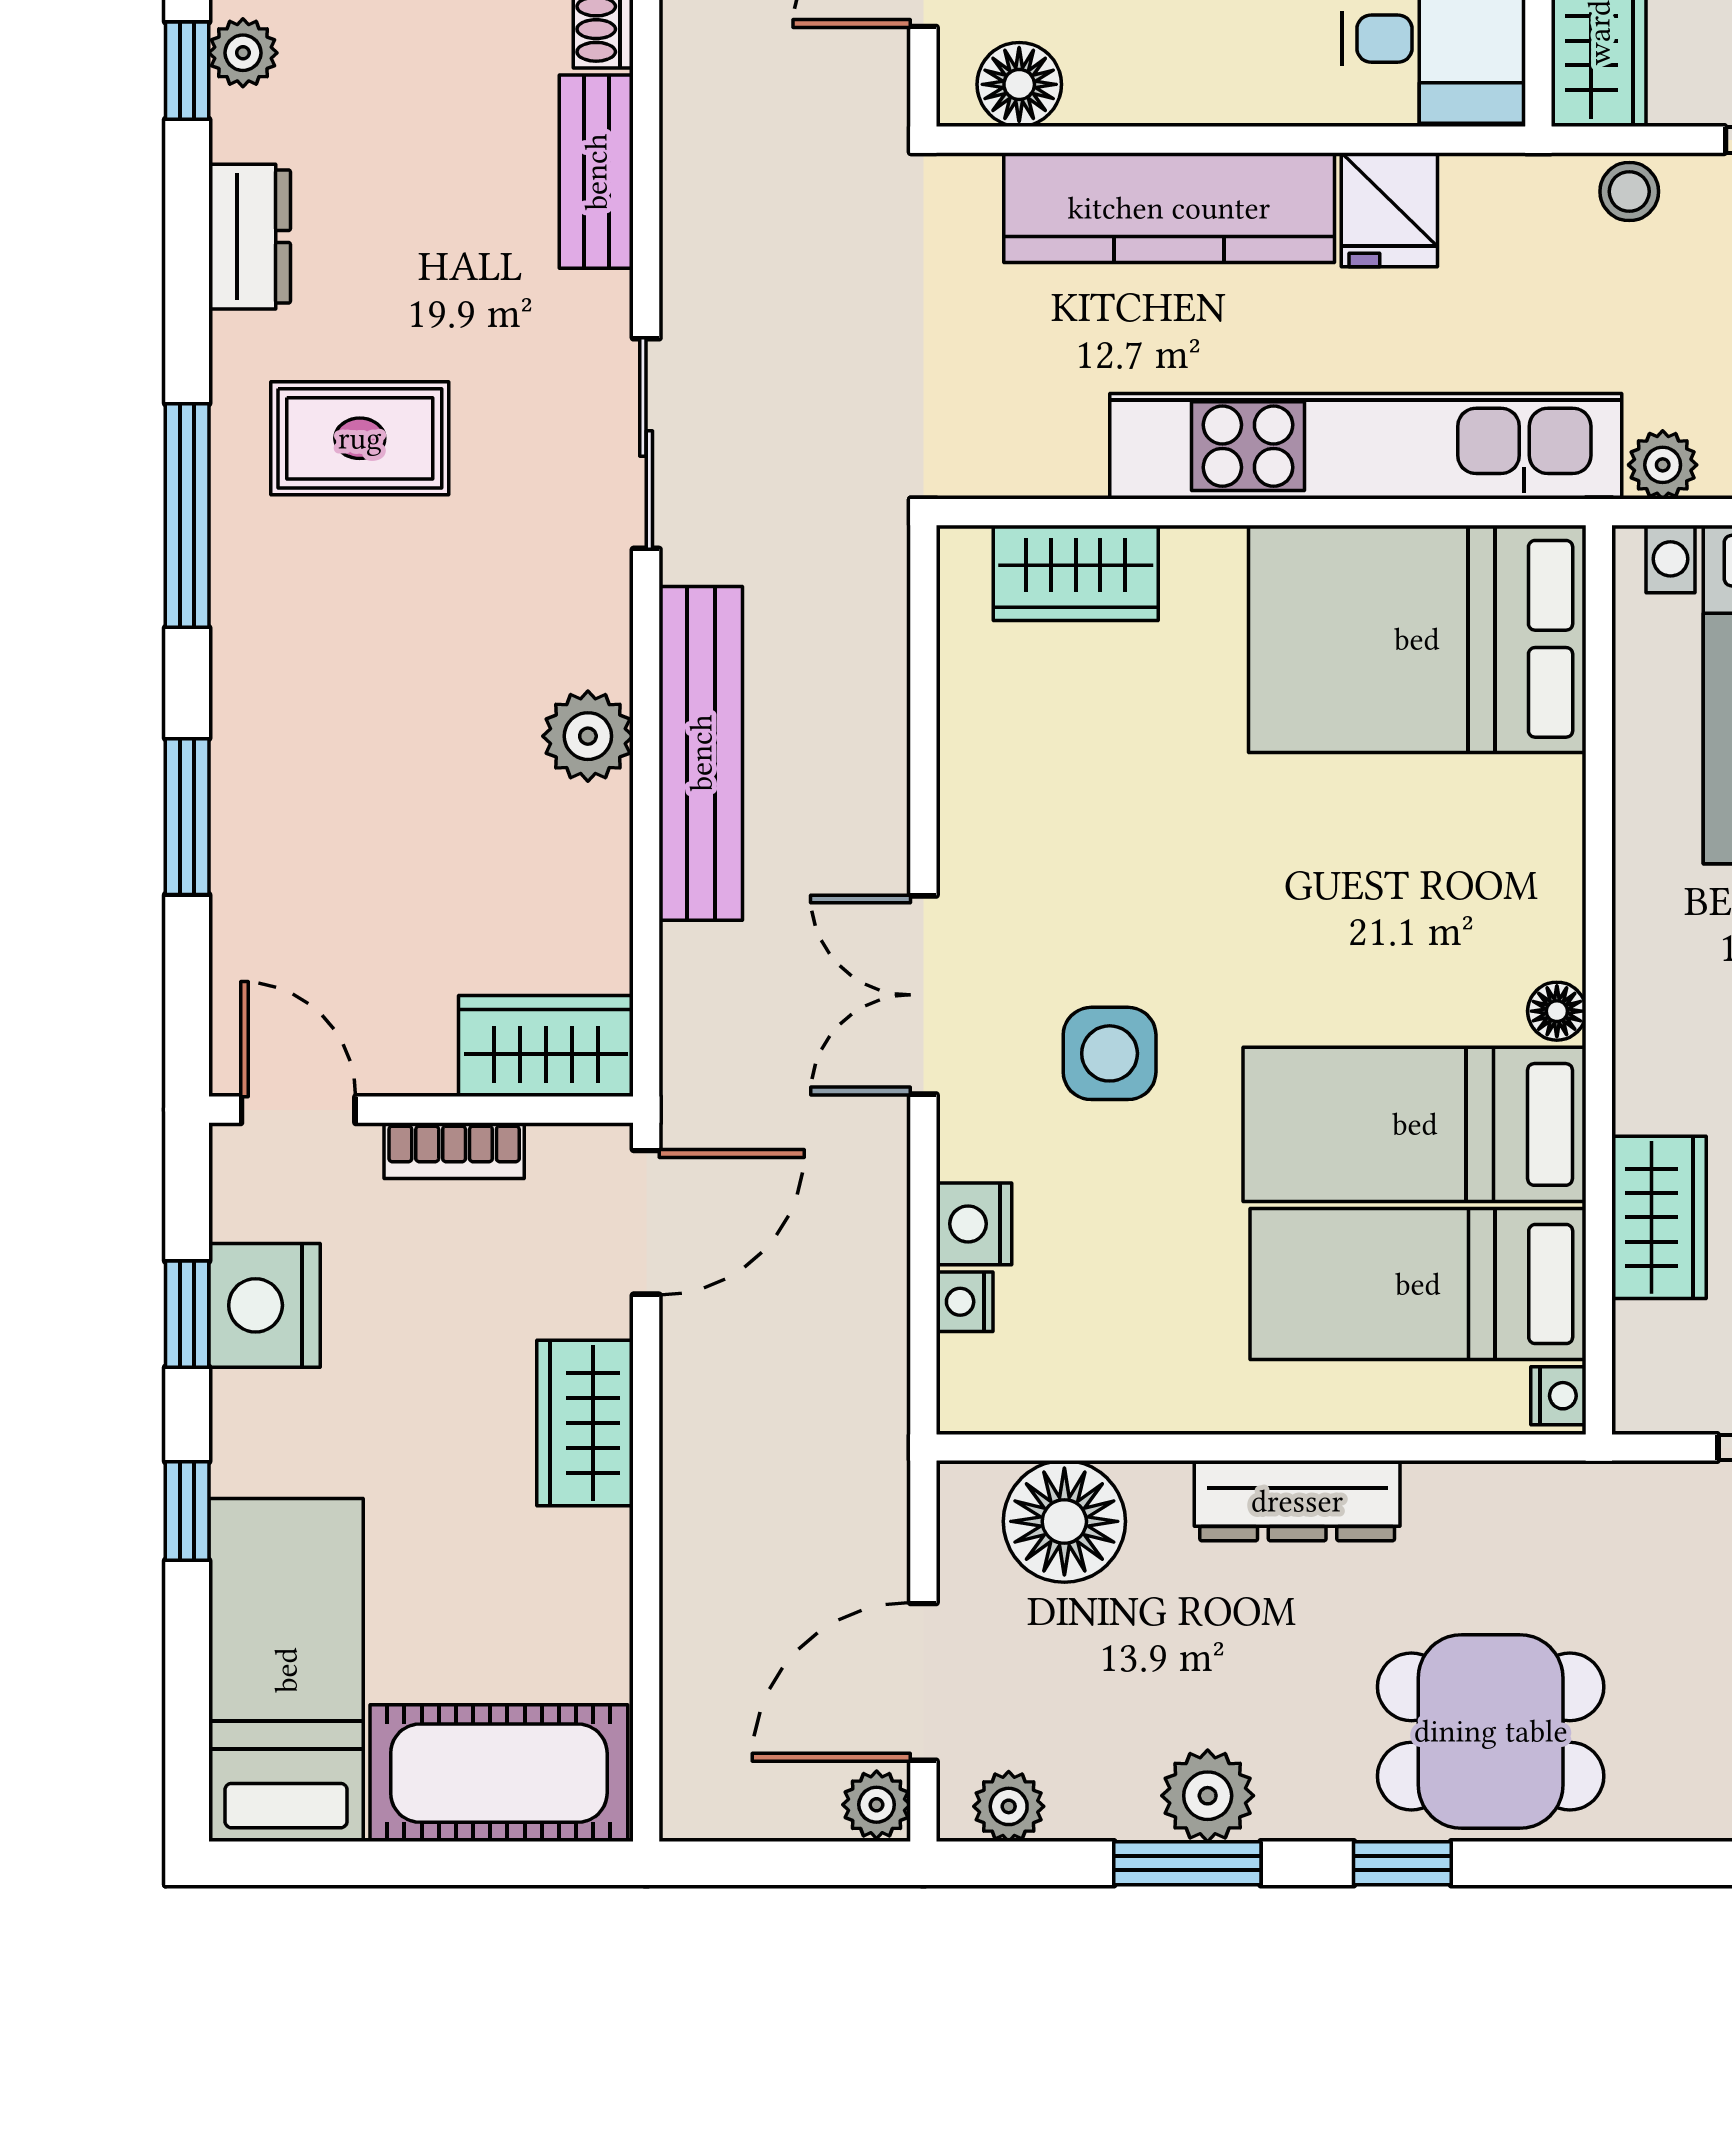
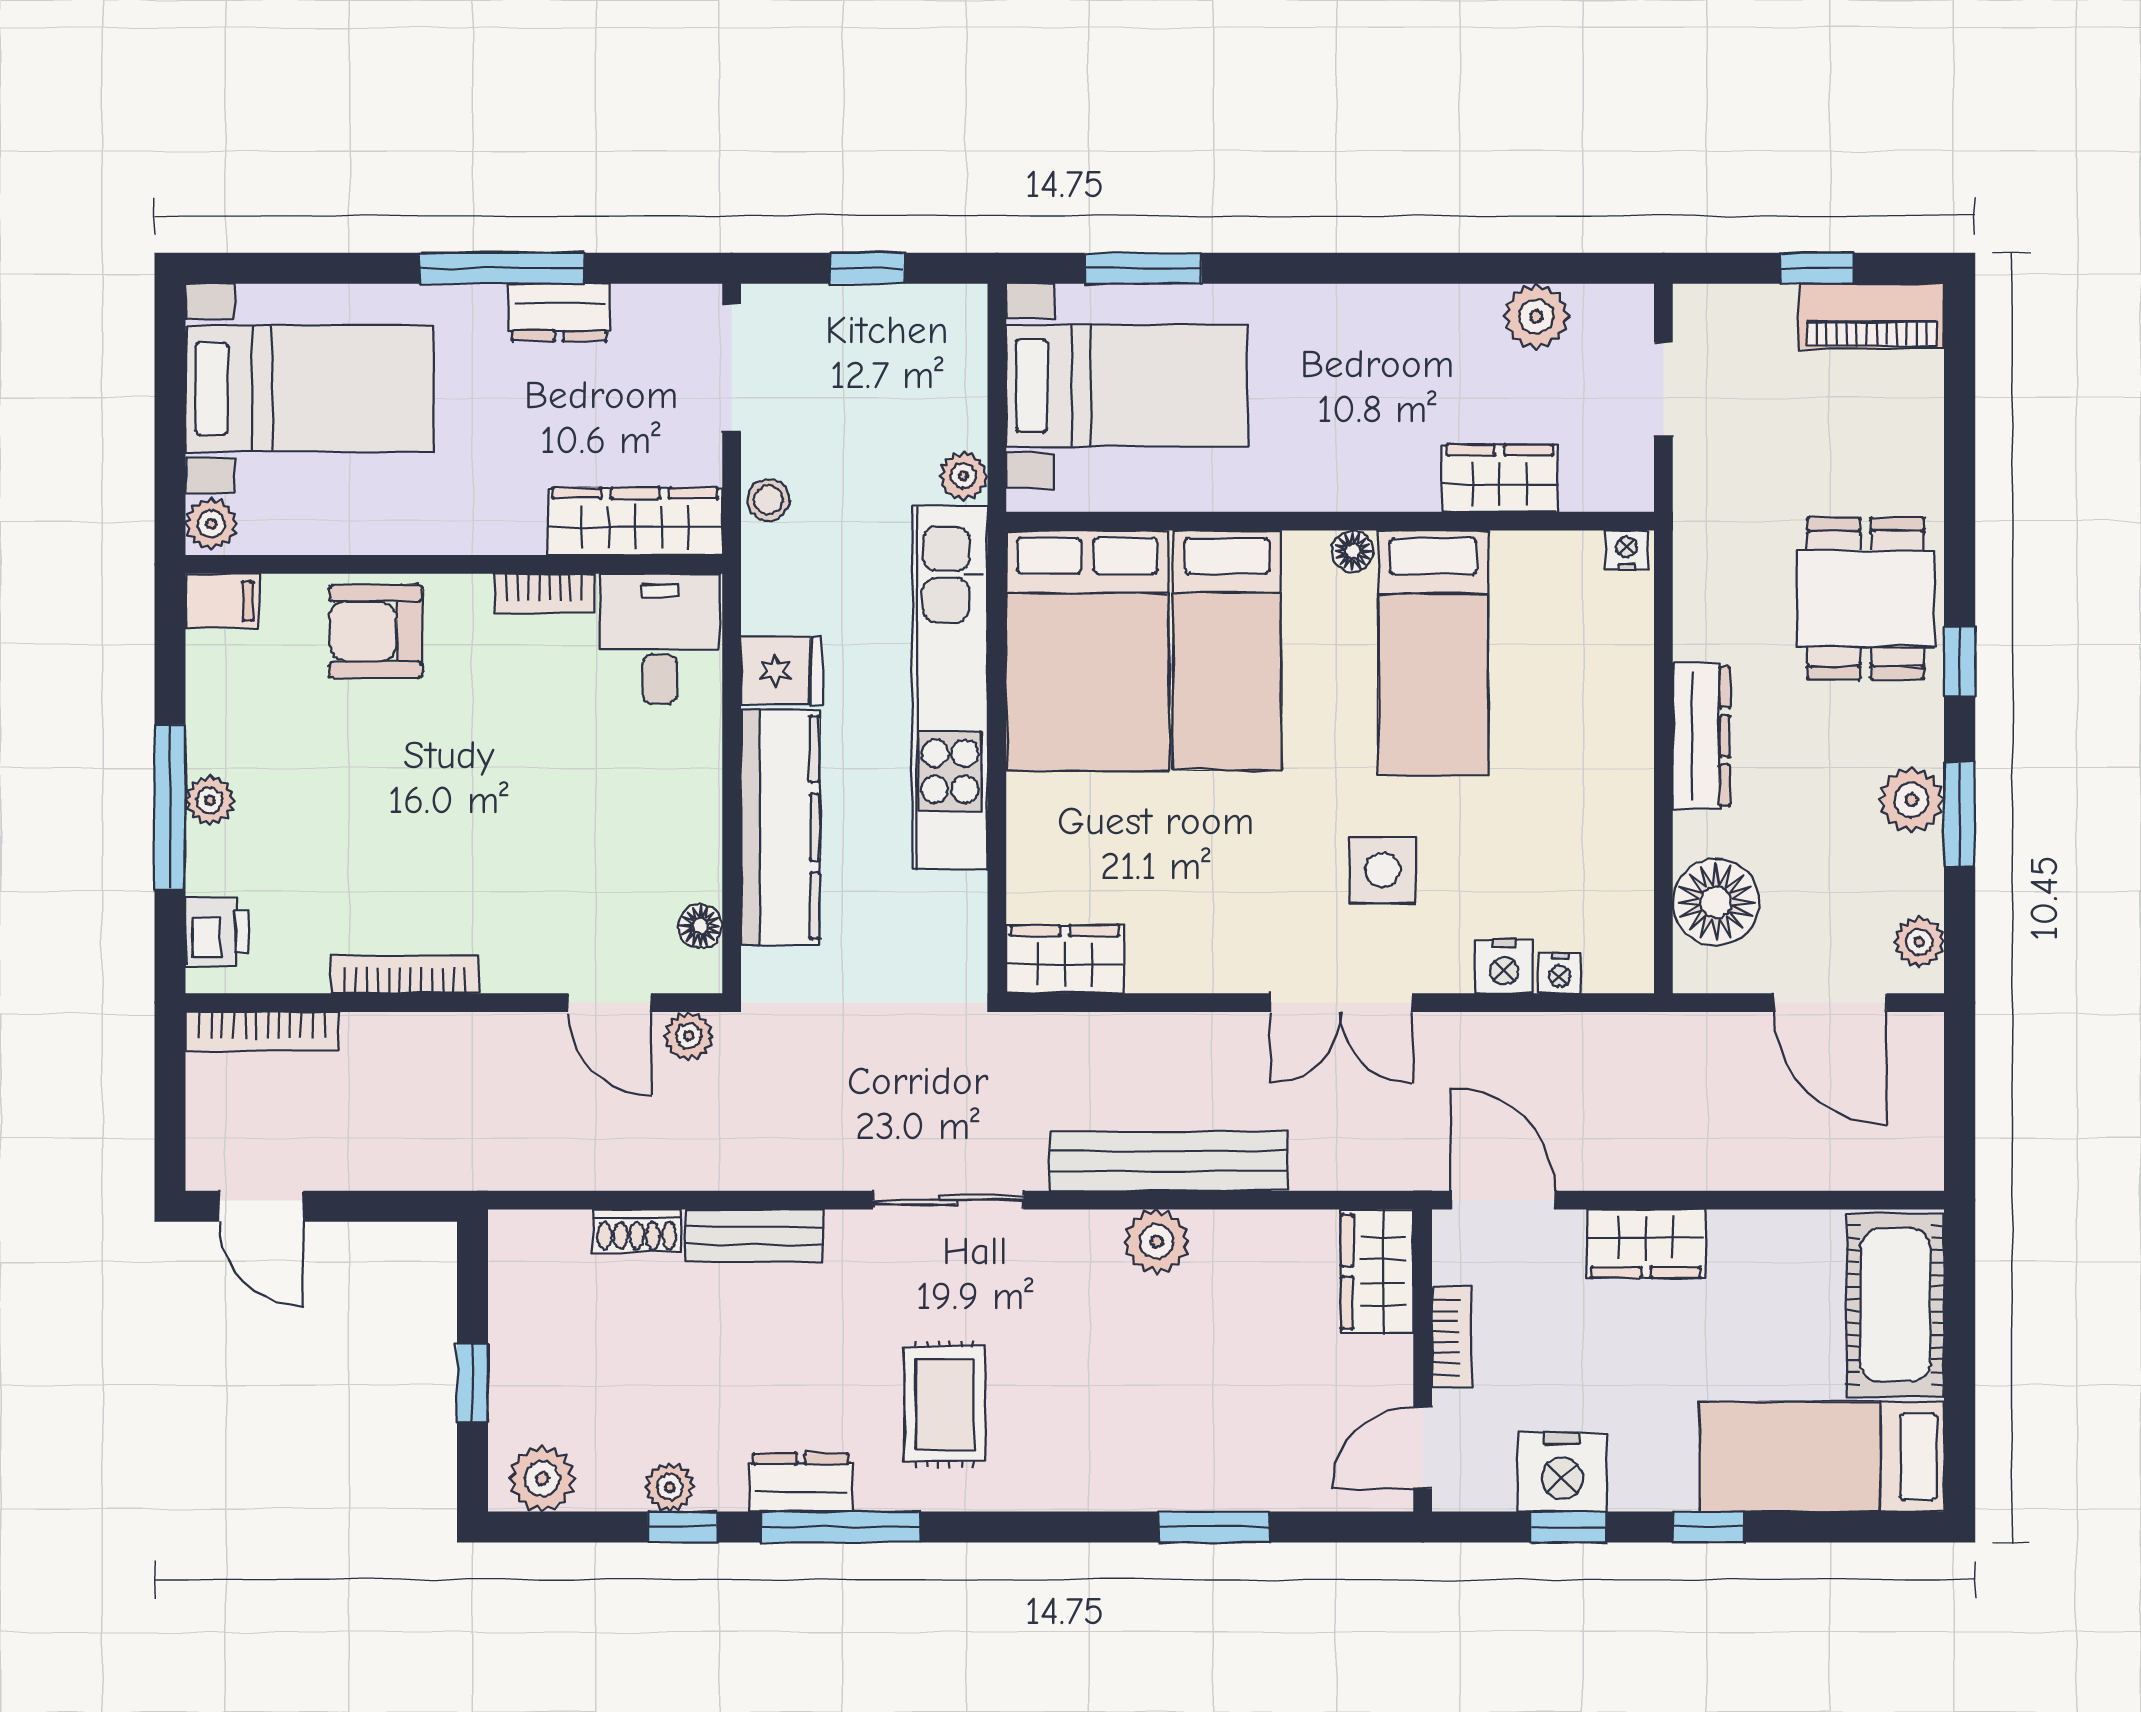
floor lamp: (1019, 84) -> (700, 926), width x0.73, depth x0.73
window: (187, 516) -> (840, 1527), moved
wardrobe: (1076, 573) -> (1065, 959), moved, turned -90
bed: (1418, 1284) -> (1227, 650), moved
plant: (877, 1805) -> (689, 1036), moved

